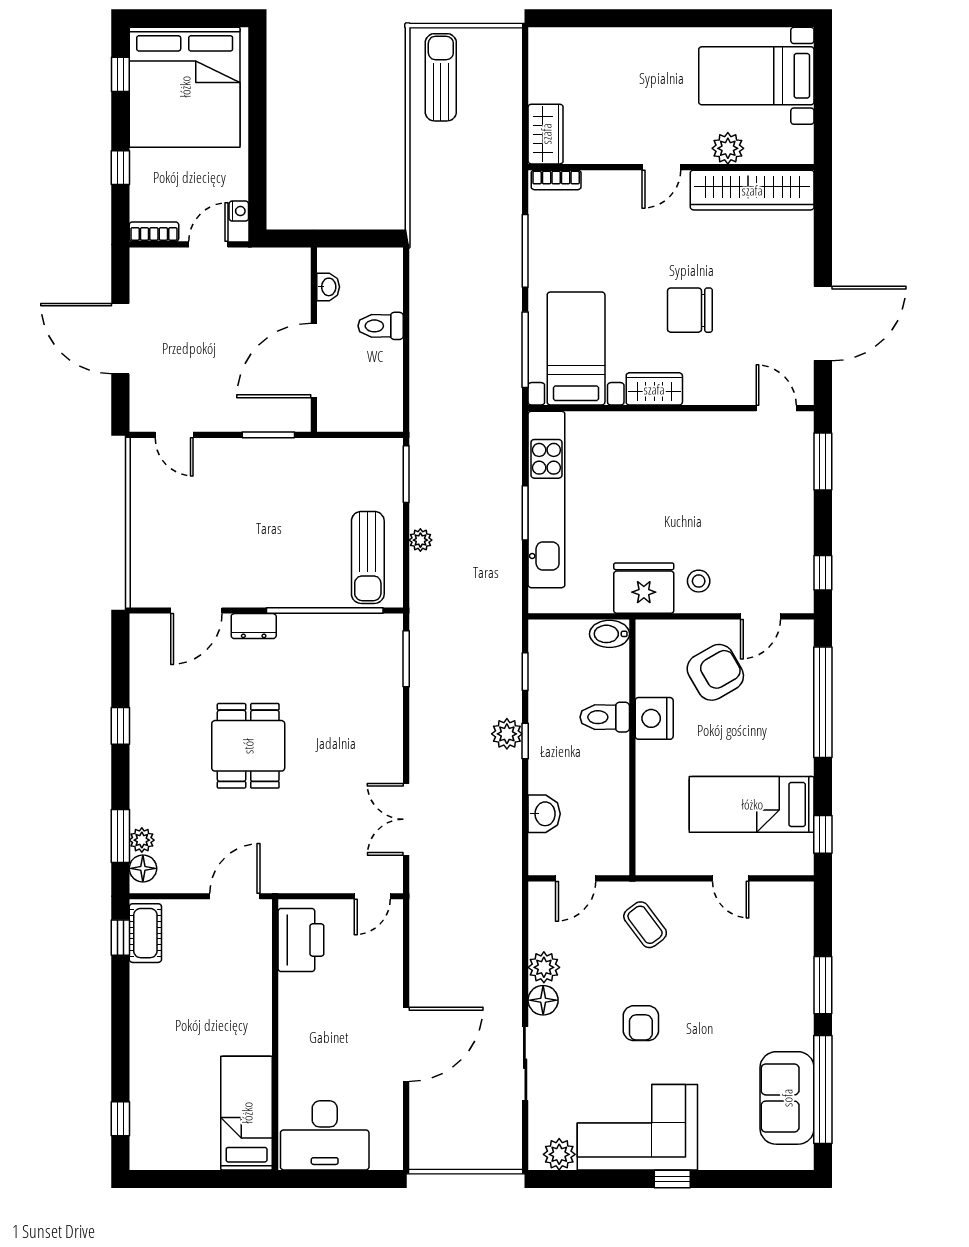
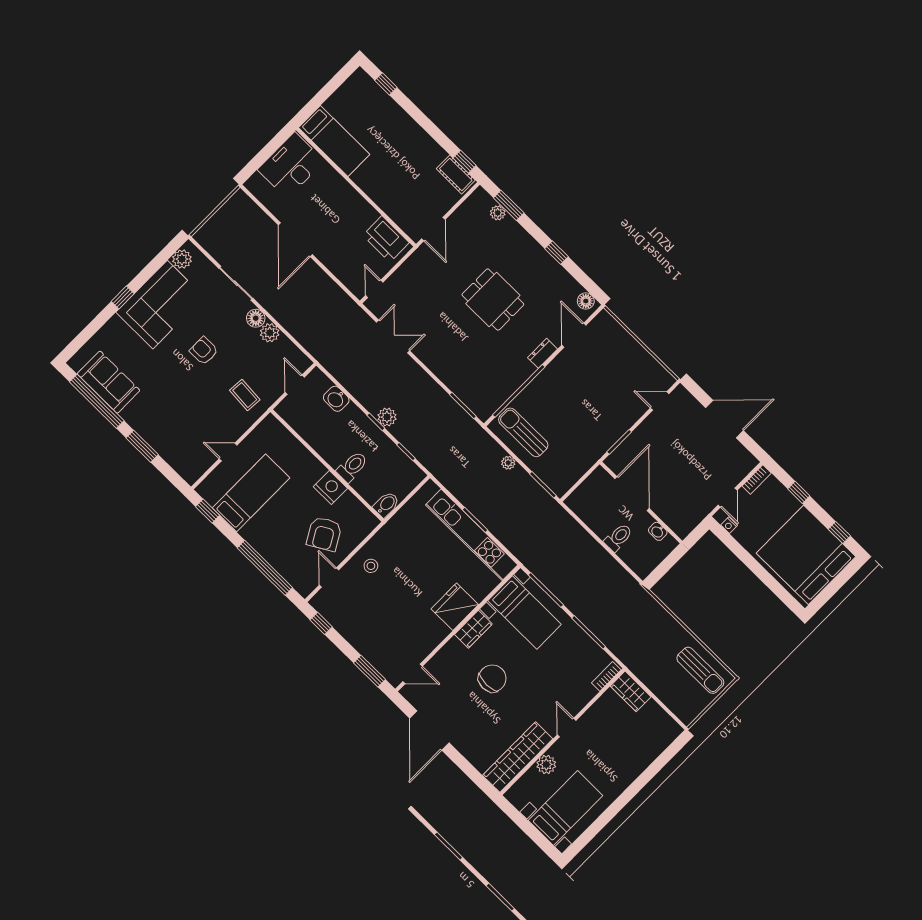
fridge: (644, 588) -> (455, 607), moved, turned 180
floor lamp: (143, 868) -> (586, 301), moved
coffee table: (645, 925) -> (245, 395), turned 41

